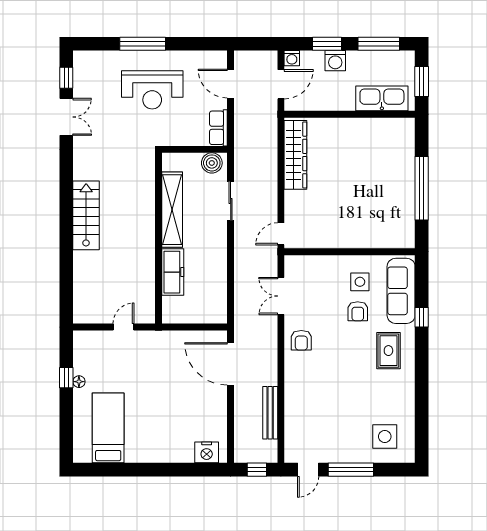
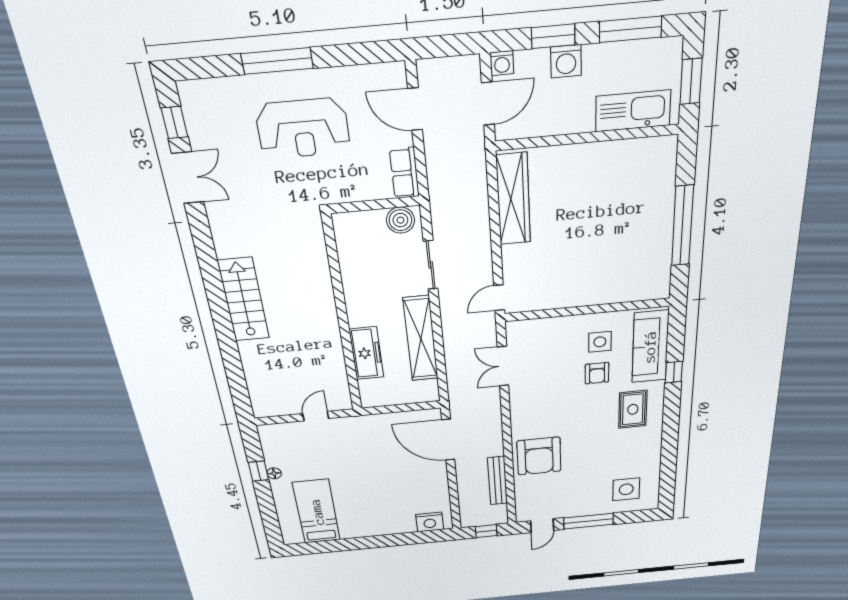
shelving: (172, 210) -> (421, 339), moved
armchair: (301, 340) -> (539, 456), moved, width x1.88, depth x1.88

